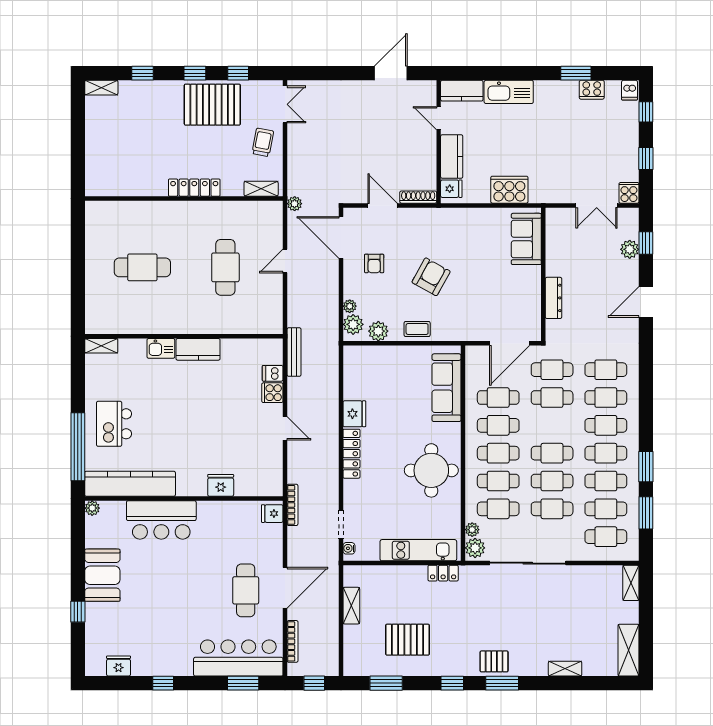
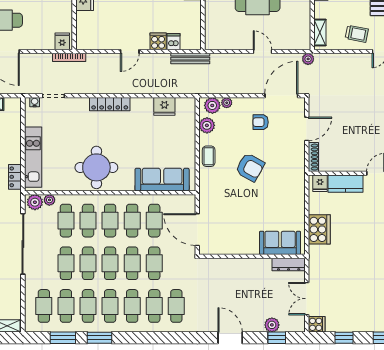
dresser: (554, 298) -> (289, 264), moved
cafe table: (552, 370) -> (132, 263), moved
fridge: (354, 414) -> (164, 106), moved

